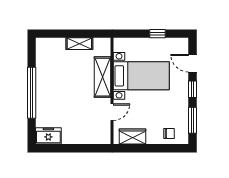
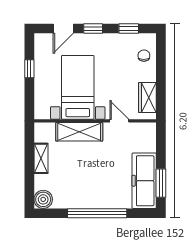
boiler: (44, 46) -> (43, 199), added
window: (193, 120) -> (129, 29), width x0.67
freezer: (48, 136) -> (144, 181), width x1.91, depth x1.26
window: (58, 148) -> (161, 183), added

